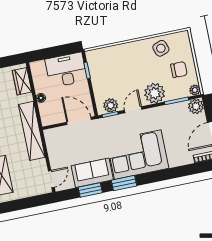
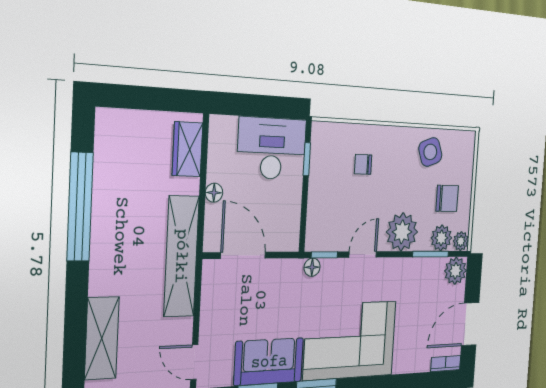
chair: (121, 65) -> (363, 164), added
plant: (111, 105) -> (441, 238), moved
door: (79, 121) -> (243, 255), moved
floor lamp: (105, 122) -> (312, 267), added
door: (51, 179) -> (194, 362), swing flipped

